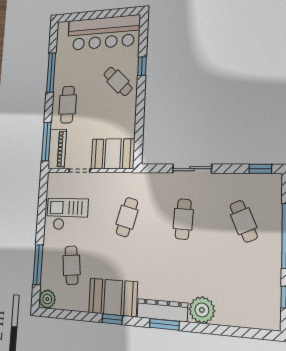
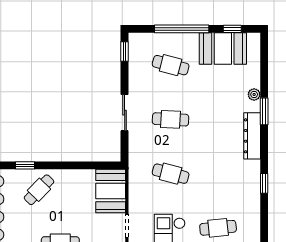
cafe table: (244, 221) -> (171, 65), turned 39
booth: (113, 297) -> (223, 49), moved, turned 90
plant: (202, 310) -> (254, 94), width x0.53, depth x0.53
window: (164, 324) -> (264, 111), moved

